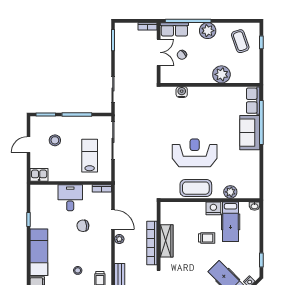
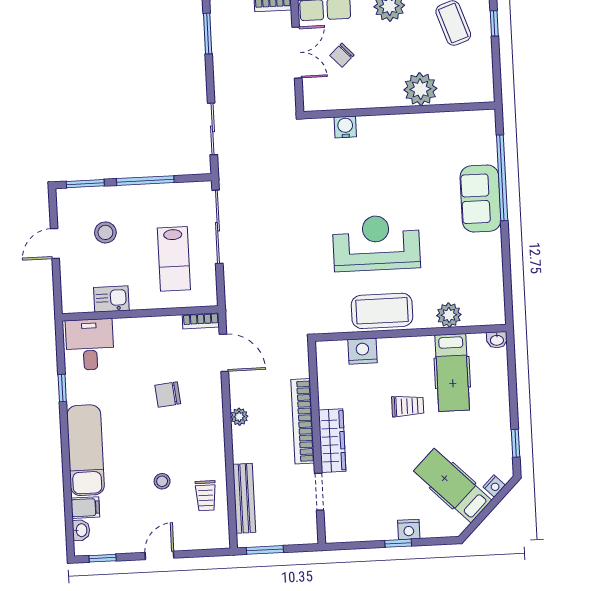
row of seats: (253, 101) -> (484, 137), removed
lab bench: (90, 156) -> (174, 259), turned 180
kitchen sink: (39, 175) -> (111, 299), moved
desk: (70, 198) -> (90, 344), moved
nightstand: (213, 208) -> (363, 351), moved
door: (113, 220) -> (224, 353), moved
wardrobe: (167, 241) -> (332, 441), moved

